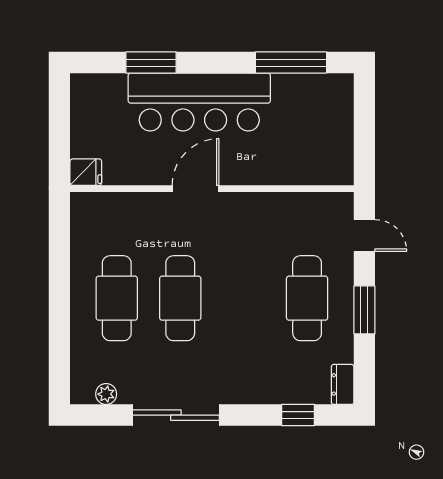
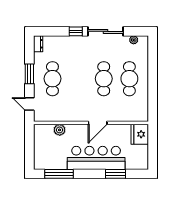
plant: (290, 171) -> (60, 130), added
fridge: (86, 172) -> (140, 134), width x1.88, depth x1.34
window: (298, 415) -> (76, 31), moved

